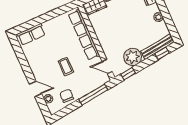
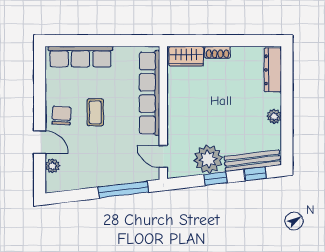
row of seats: (31, 34) -> (80, 57), width x1.48
coffee table: (66, 67) -> (95, 112), moved
window: (128, 74) -> (215, 179), moved
chair: (67, 96) -> (61, 116), moved

